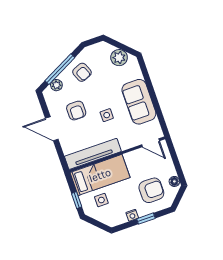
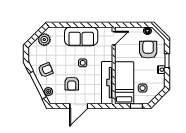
armchair: (76, 111) -> (72, 84), turned 90

